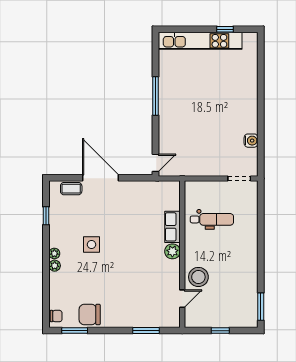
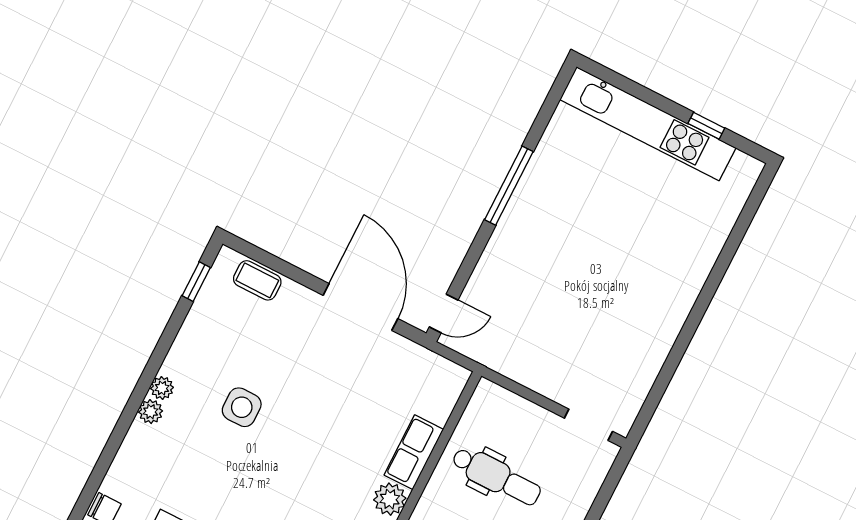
water cooler: (251, 141) -> (648, 364), removed
door: (101, 178) -> (360, 307), moved
window: (46, 216) -> (196, 282), moved

